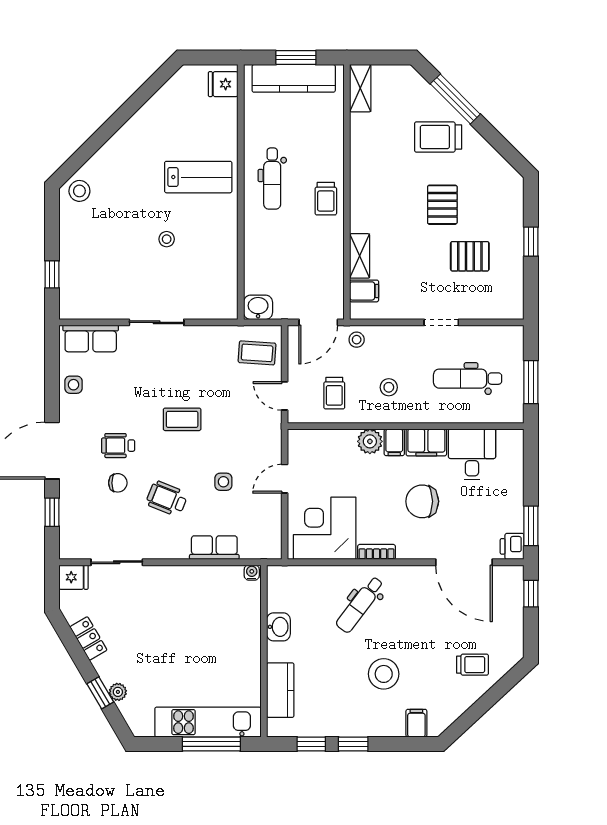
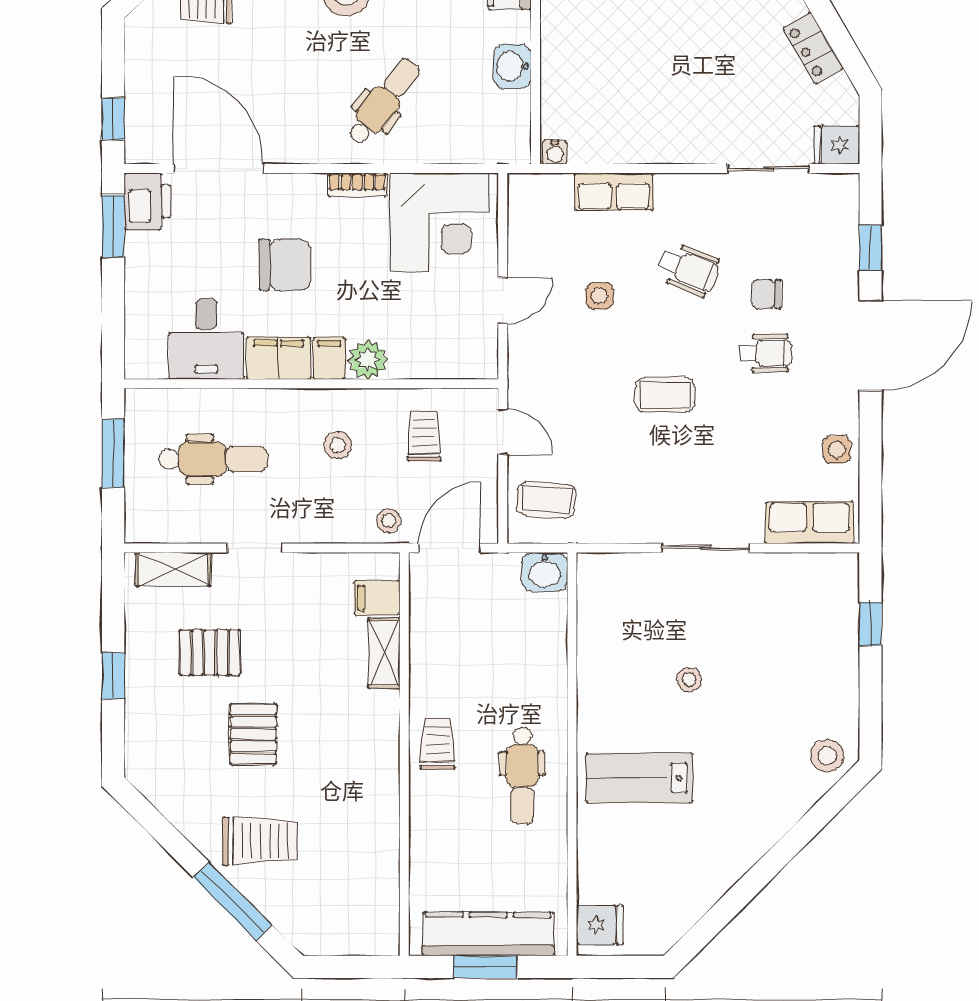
shelving: (360, 88) -> (173, 569), moved, turned 90
dental chair: (272, 179) -> (522, 775), turned 180
printer: (512, 546) -> (147, 201), width x1.36, depth x1.24

